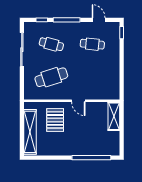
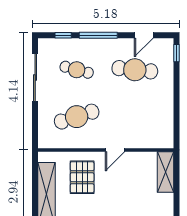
door: (99, 20) -> (144, 35), swing flipped
cafe table: (92, 44) -> (135, 70), width x1.37, depth x1.35
door: (78, 101) -> (115, 150), hinge flipped

